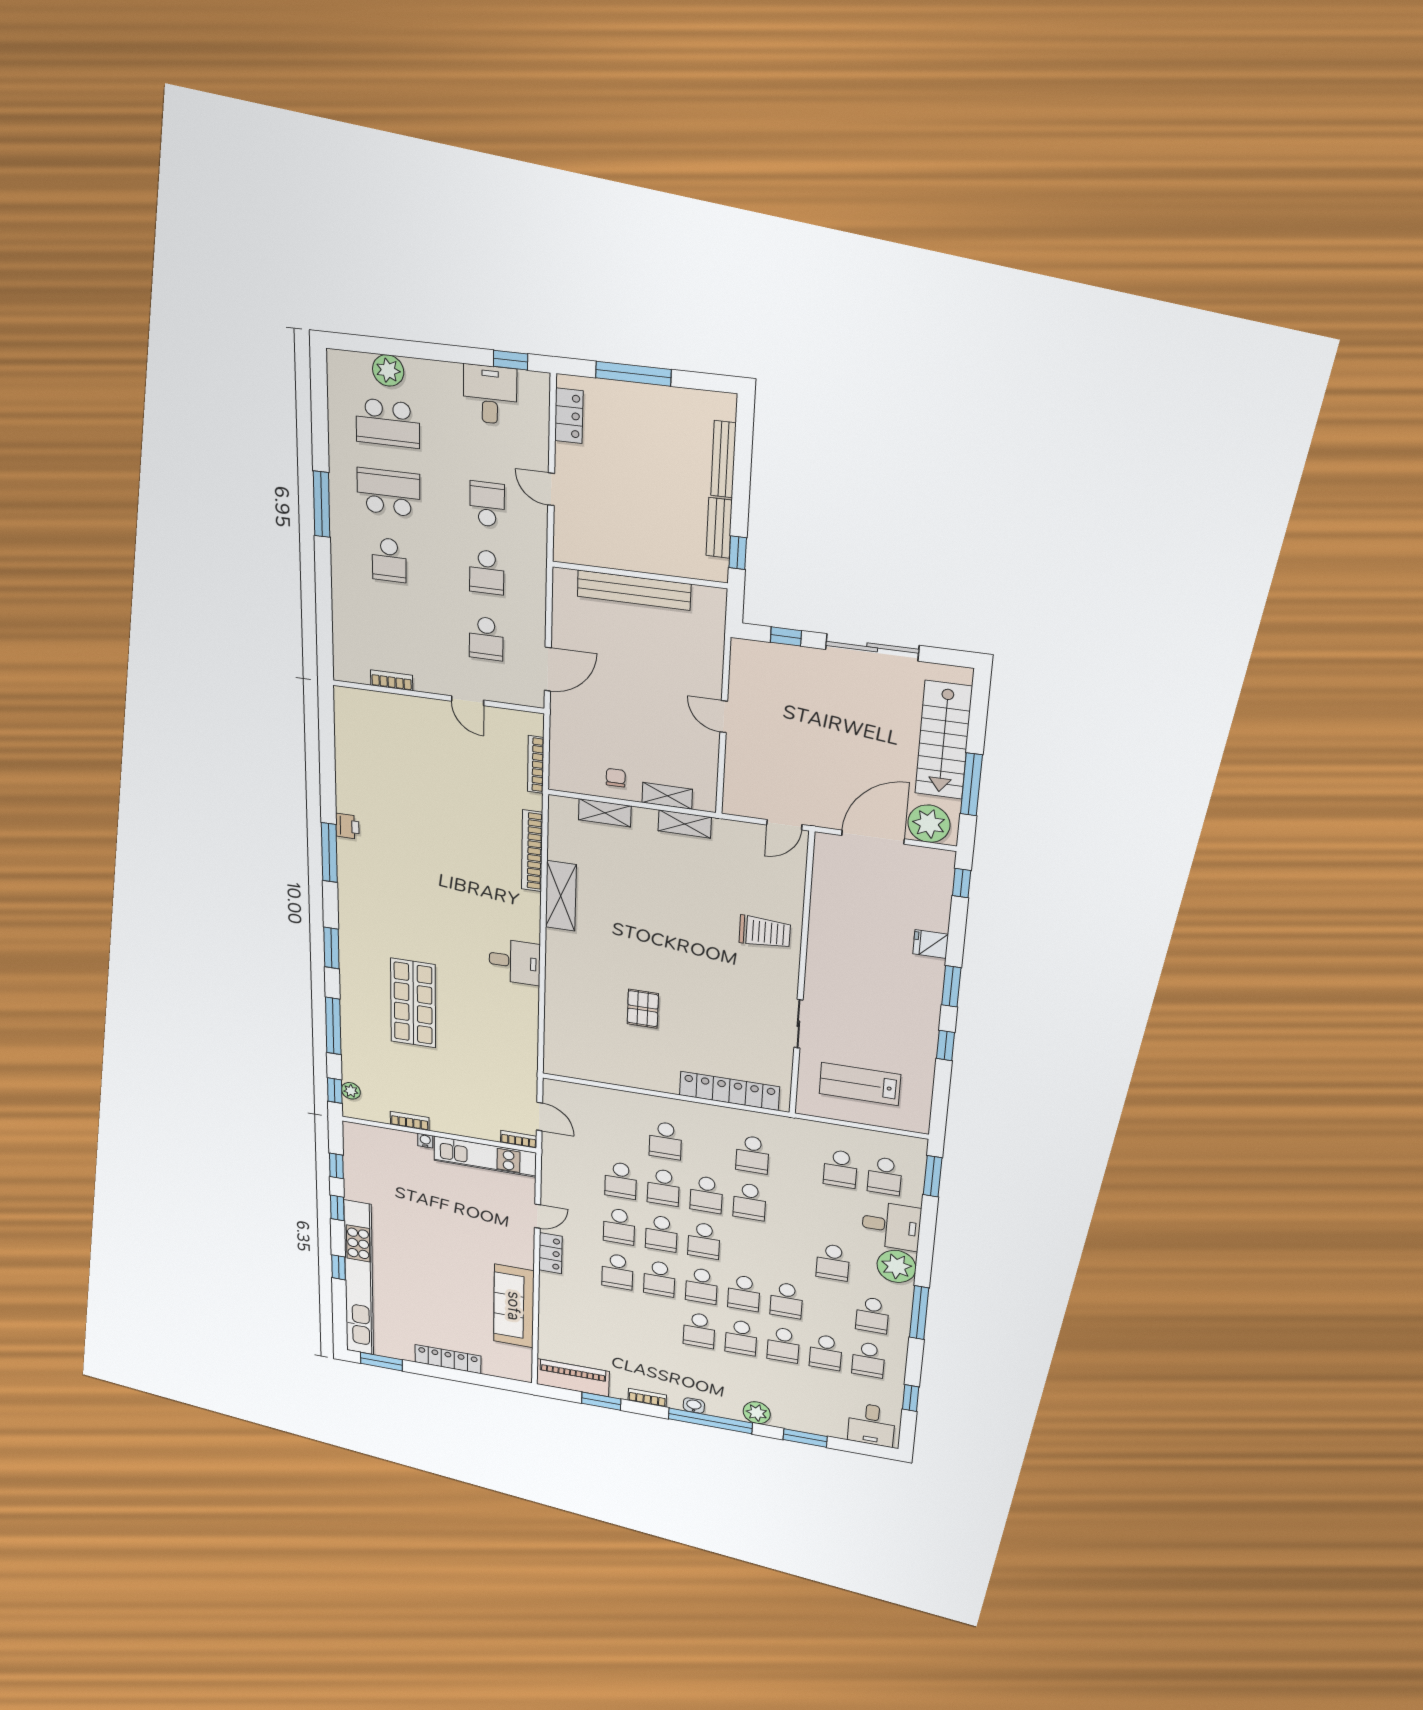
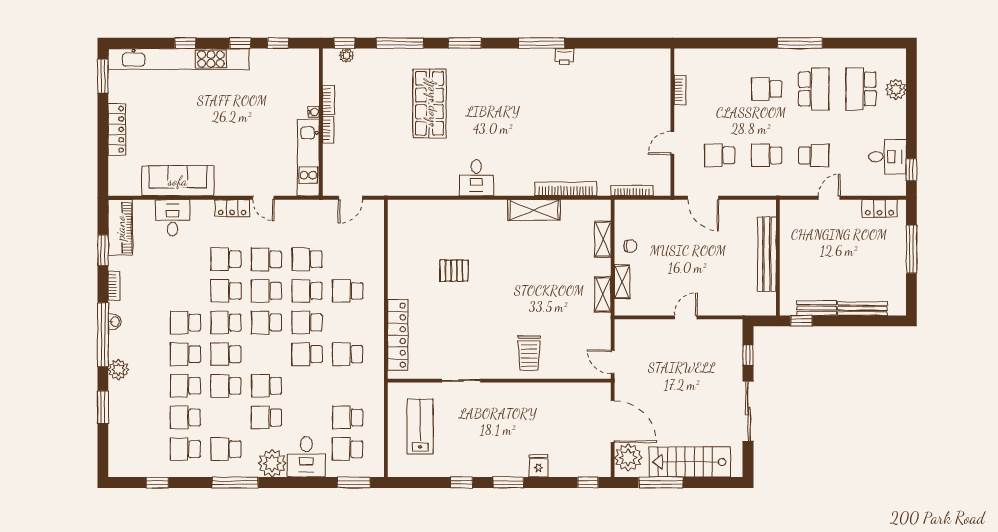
shop shelf: (413, 1003) -> (429, 103), turned 90
bookcase: (519, 1139) -> (328, 130), moved
school desk: (790, 1255) -> (266, 386), added
desk: (871, 1425) -> (172, 218), moved, turned 90

